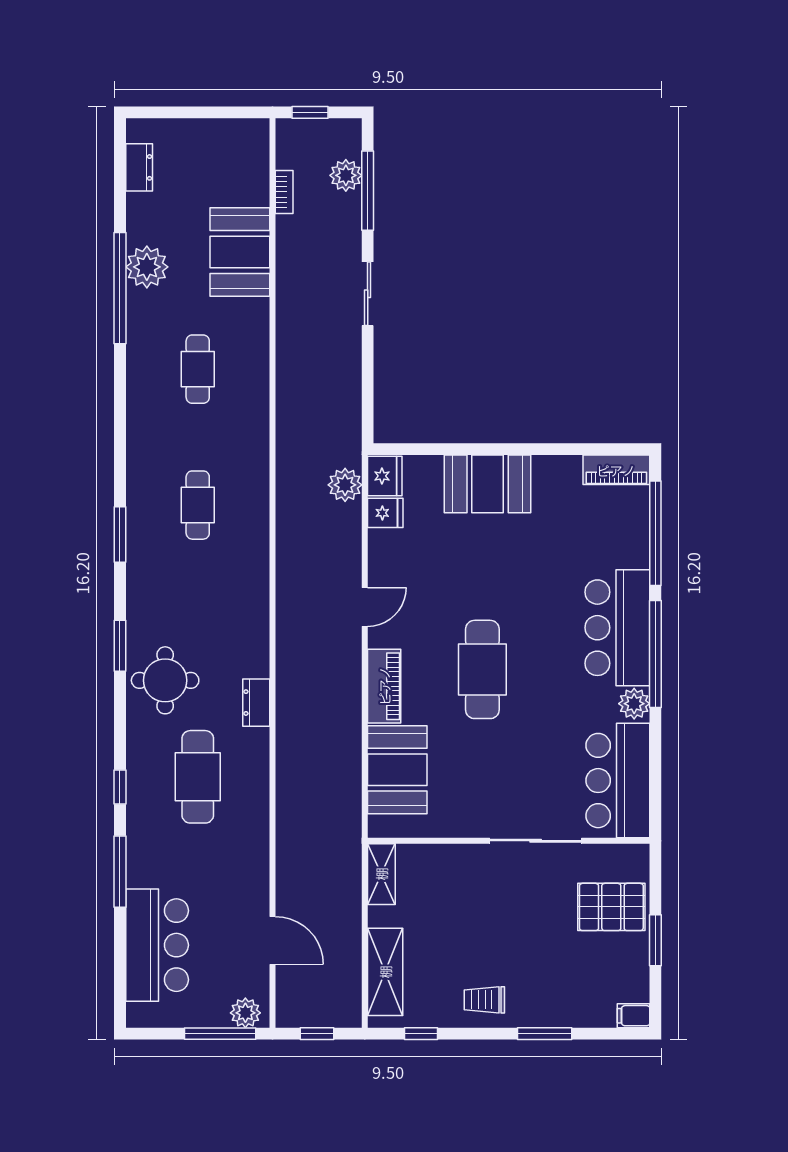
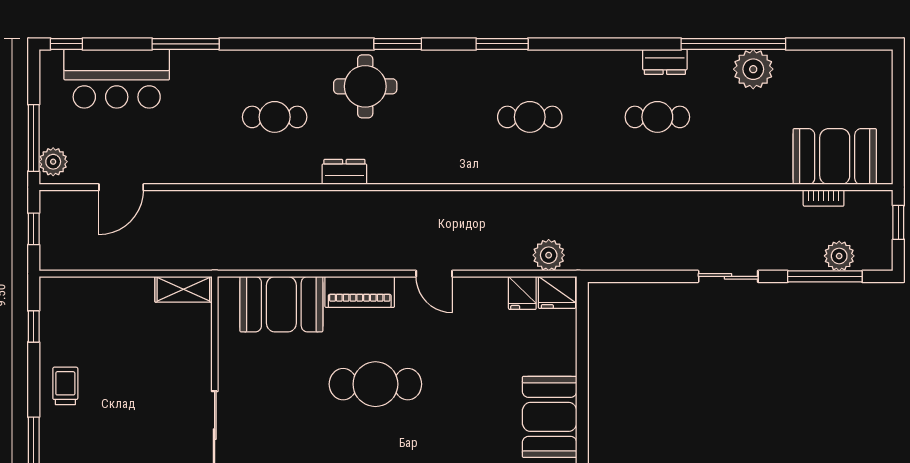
dresser: (139, 167) -> (665, 62), moved
booth: (240, 252) -> (835, 157), moved
booth: (488, 484) -> (550, 417), moved
cafe table: (198, 777) -> (275, 117), width x0.73, depth x0.74
window: (120, 787) -> (66, 44), moved
shelving: (385, 972) -> (91, 293), removed

